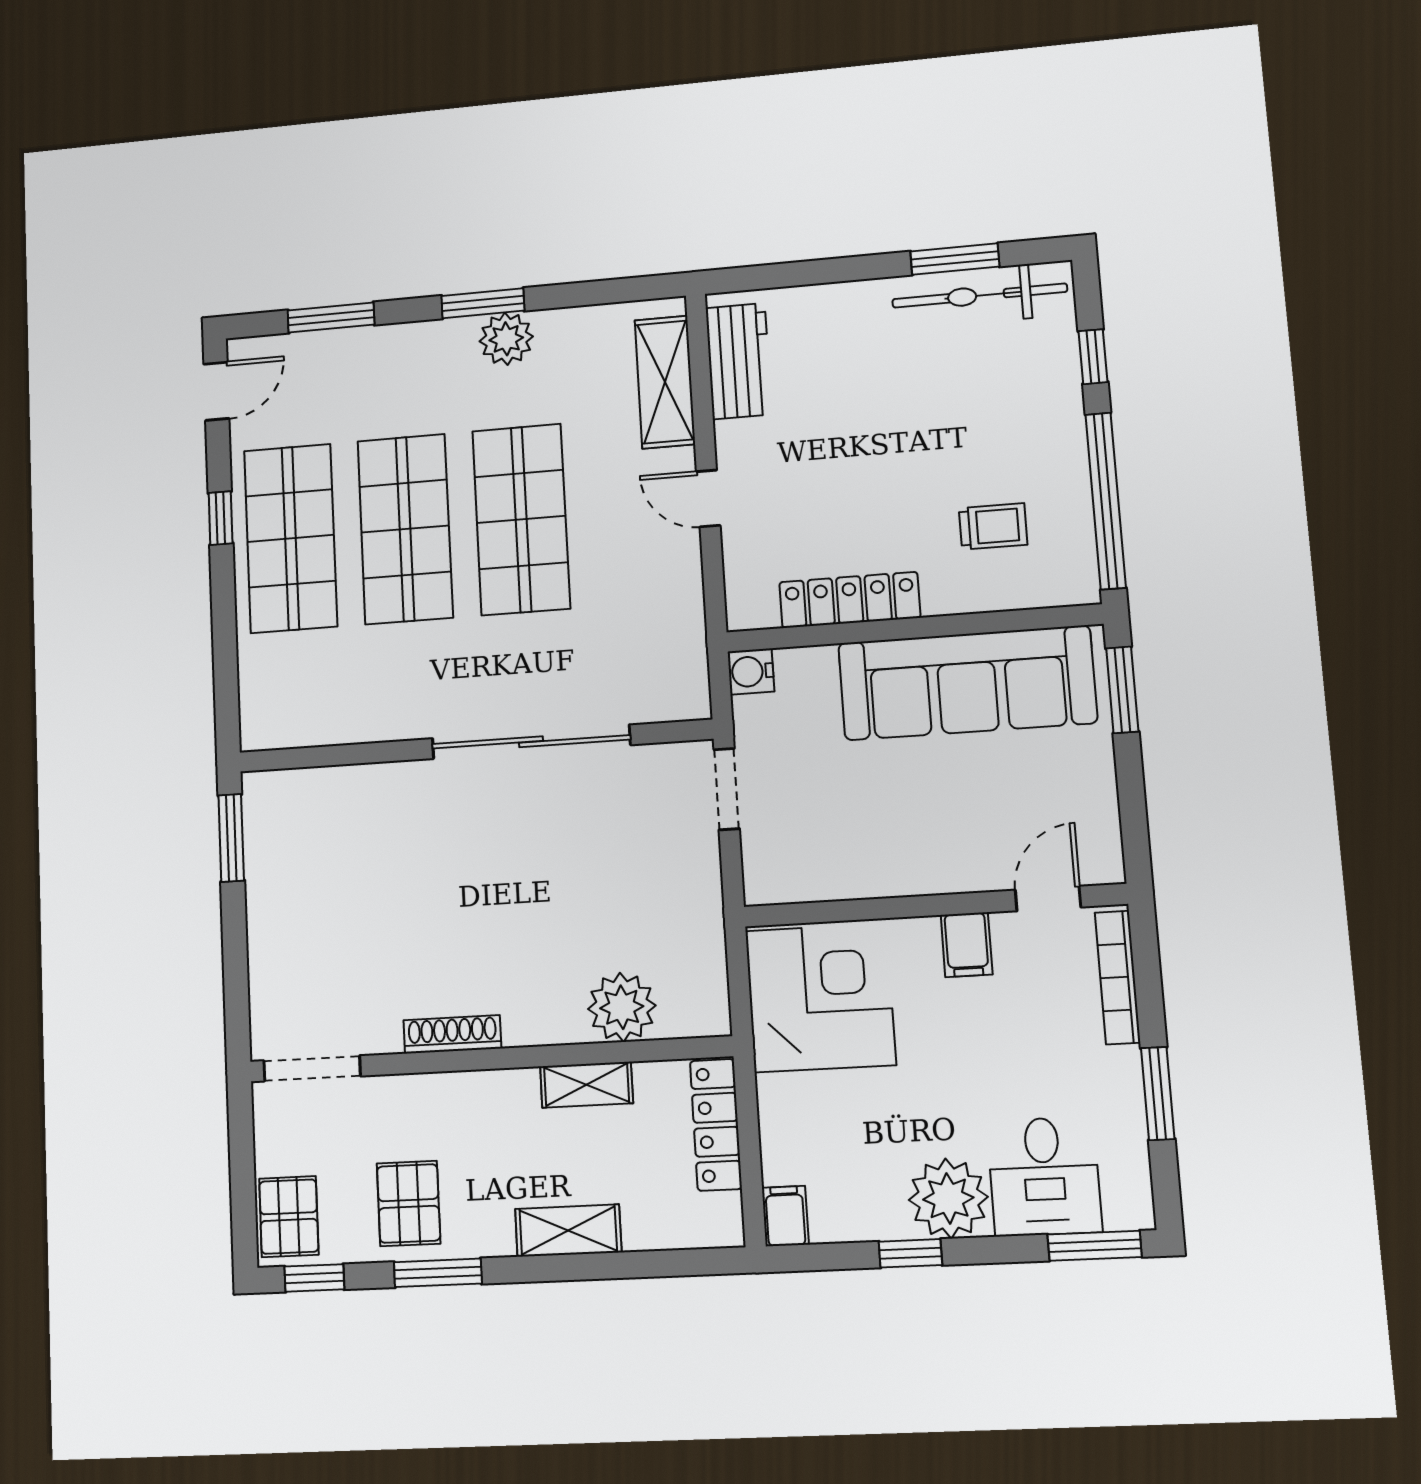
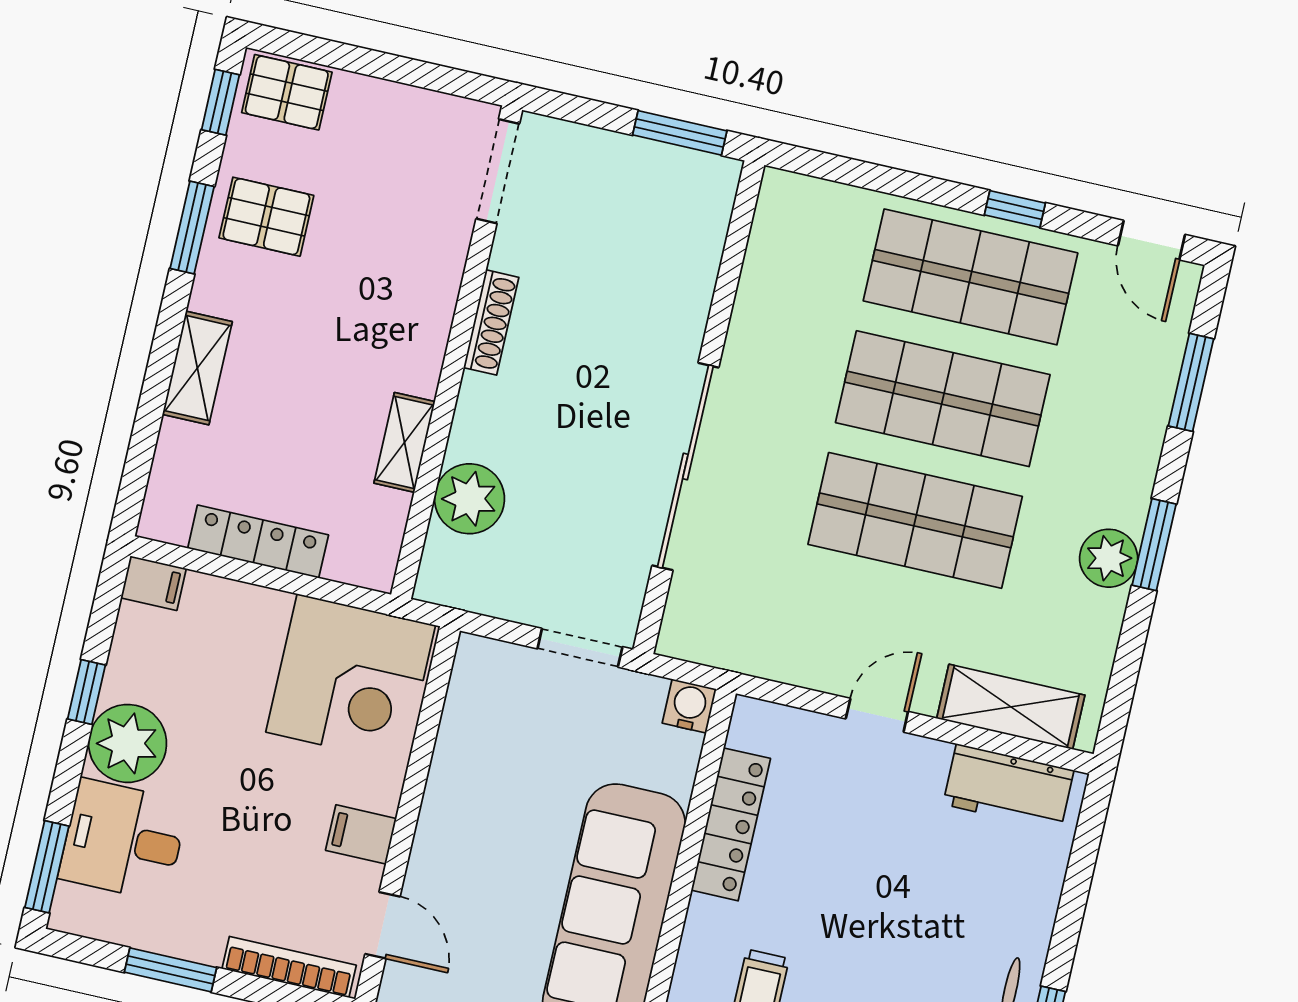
plant: (622, 1007) -> (469, 499), moved
shoe rack: (452, 1034) -> (491, 322), moved
wall: (489, 1059) -> (457, 352), moved
doorway: (312, 1068) -> (498, 171), moved
shelving: (587, 1085) -> (405, 442), moved

